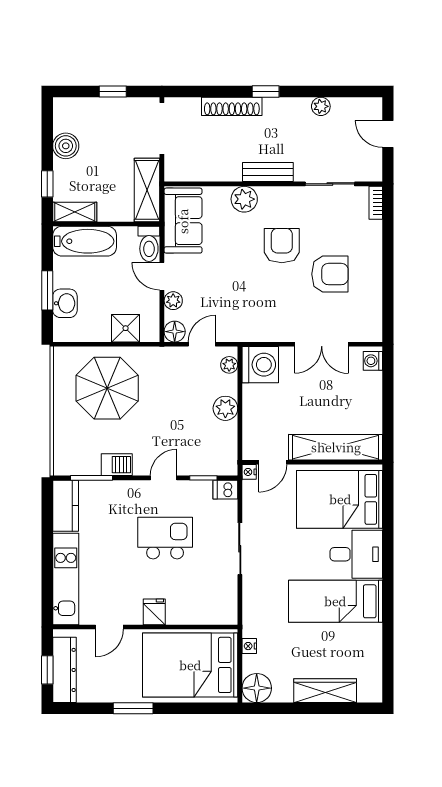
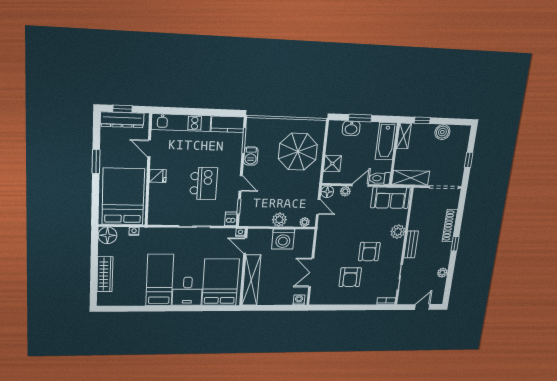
armchair: (282, 246) -> (369, 252), turned 90
washing machine: (260, 365) -> (283, 239), moved

